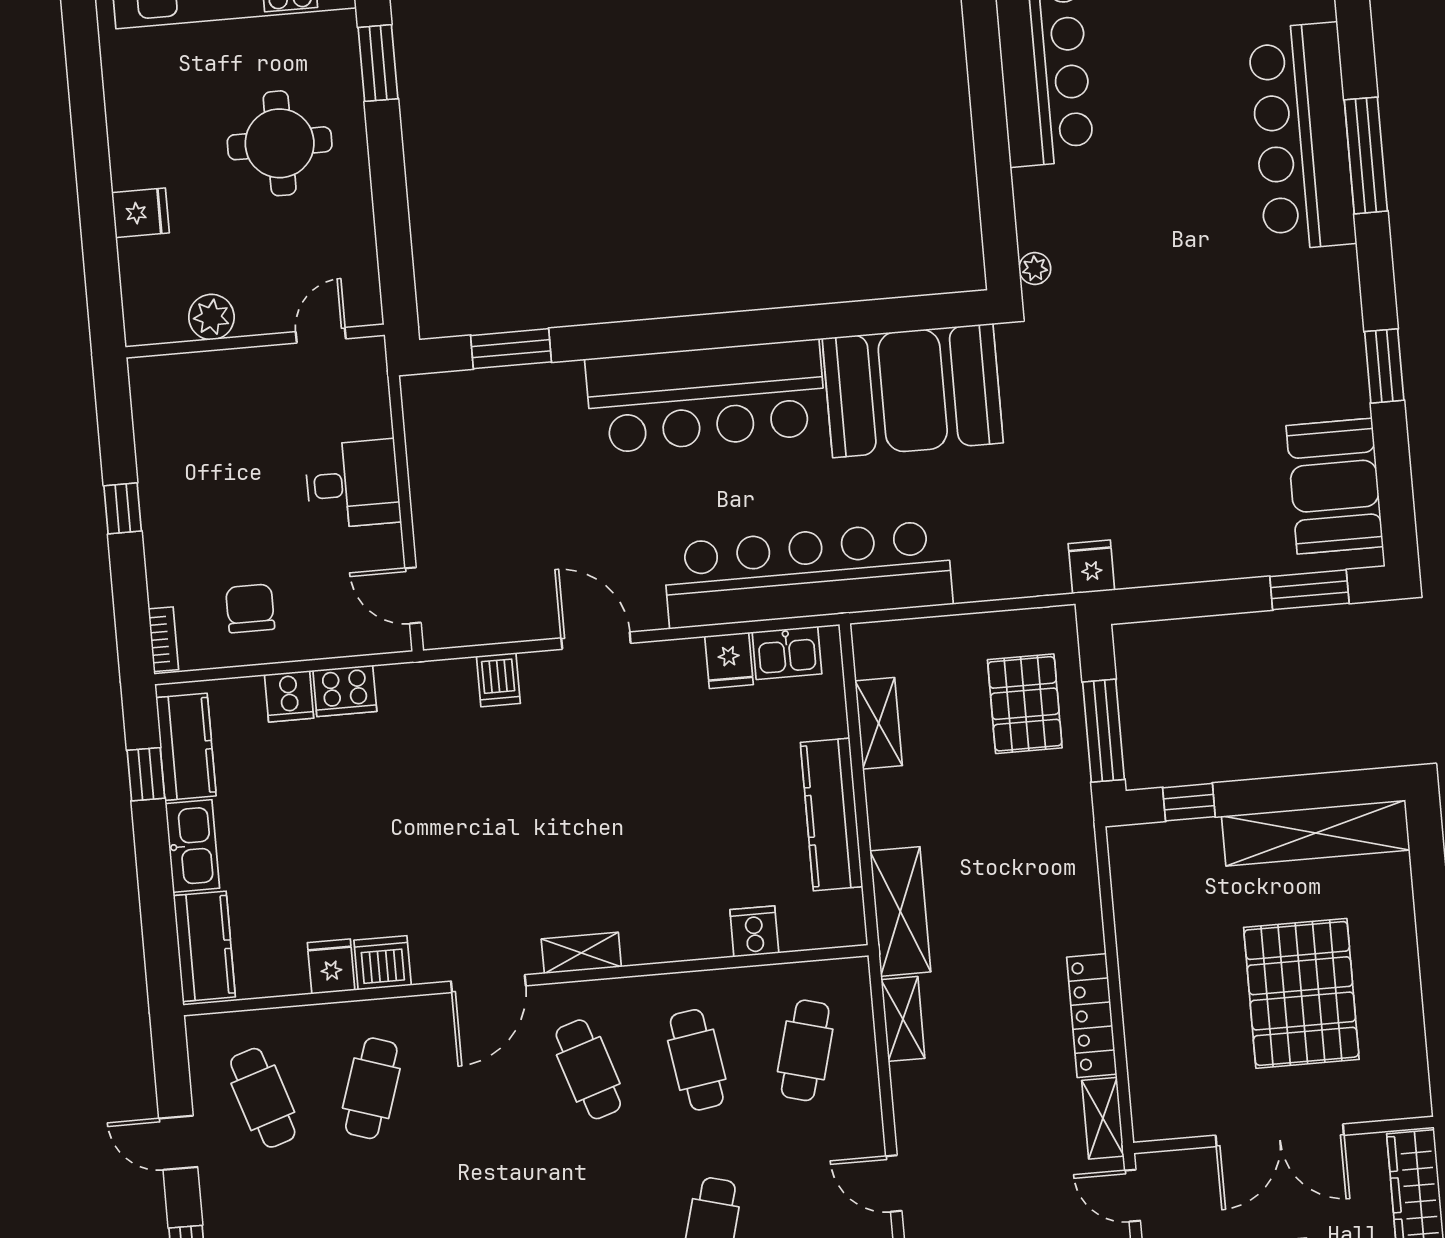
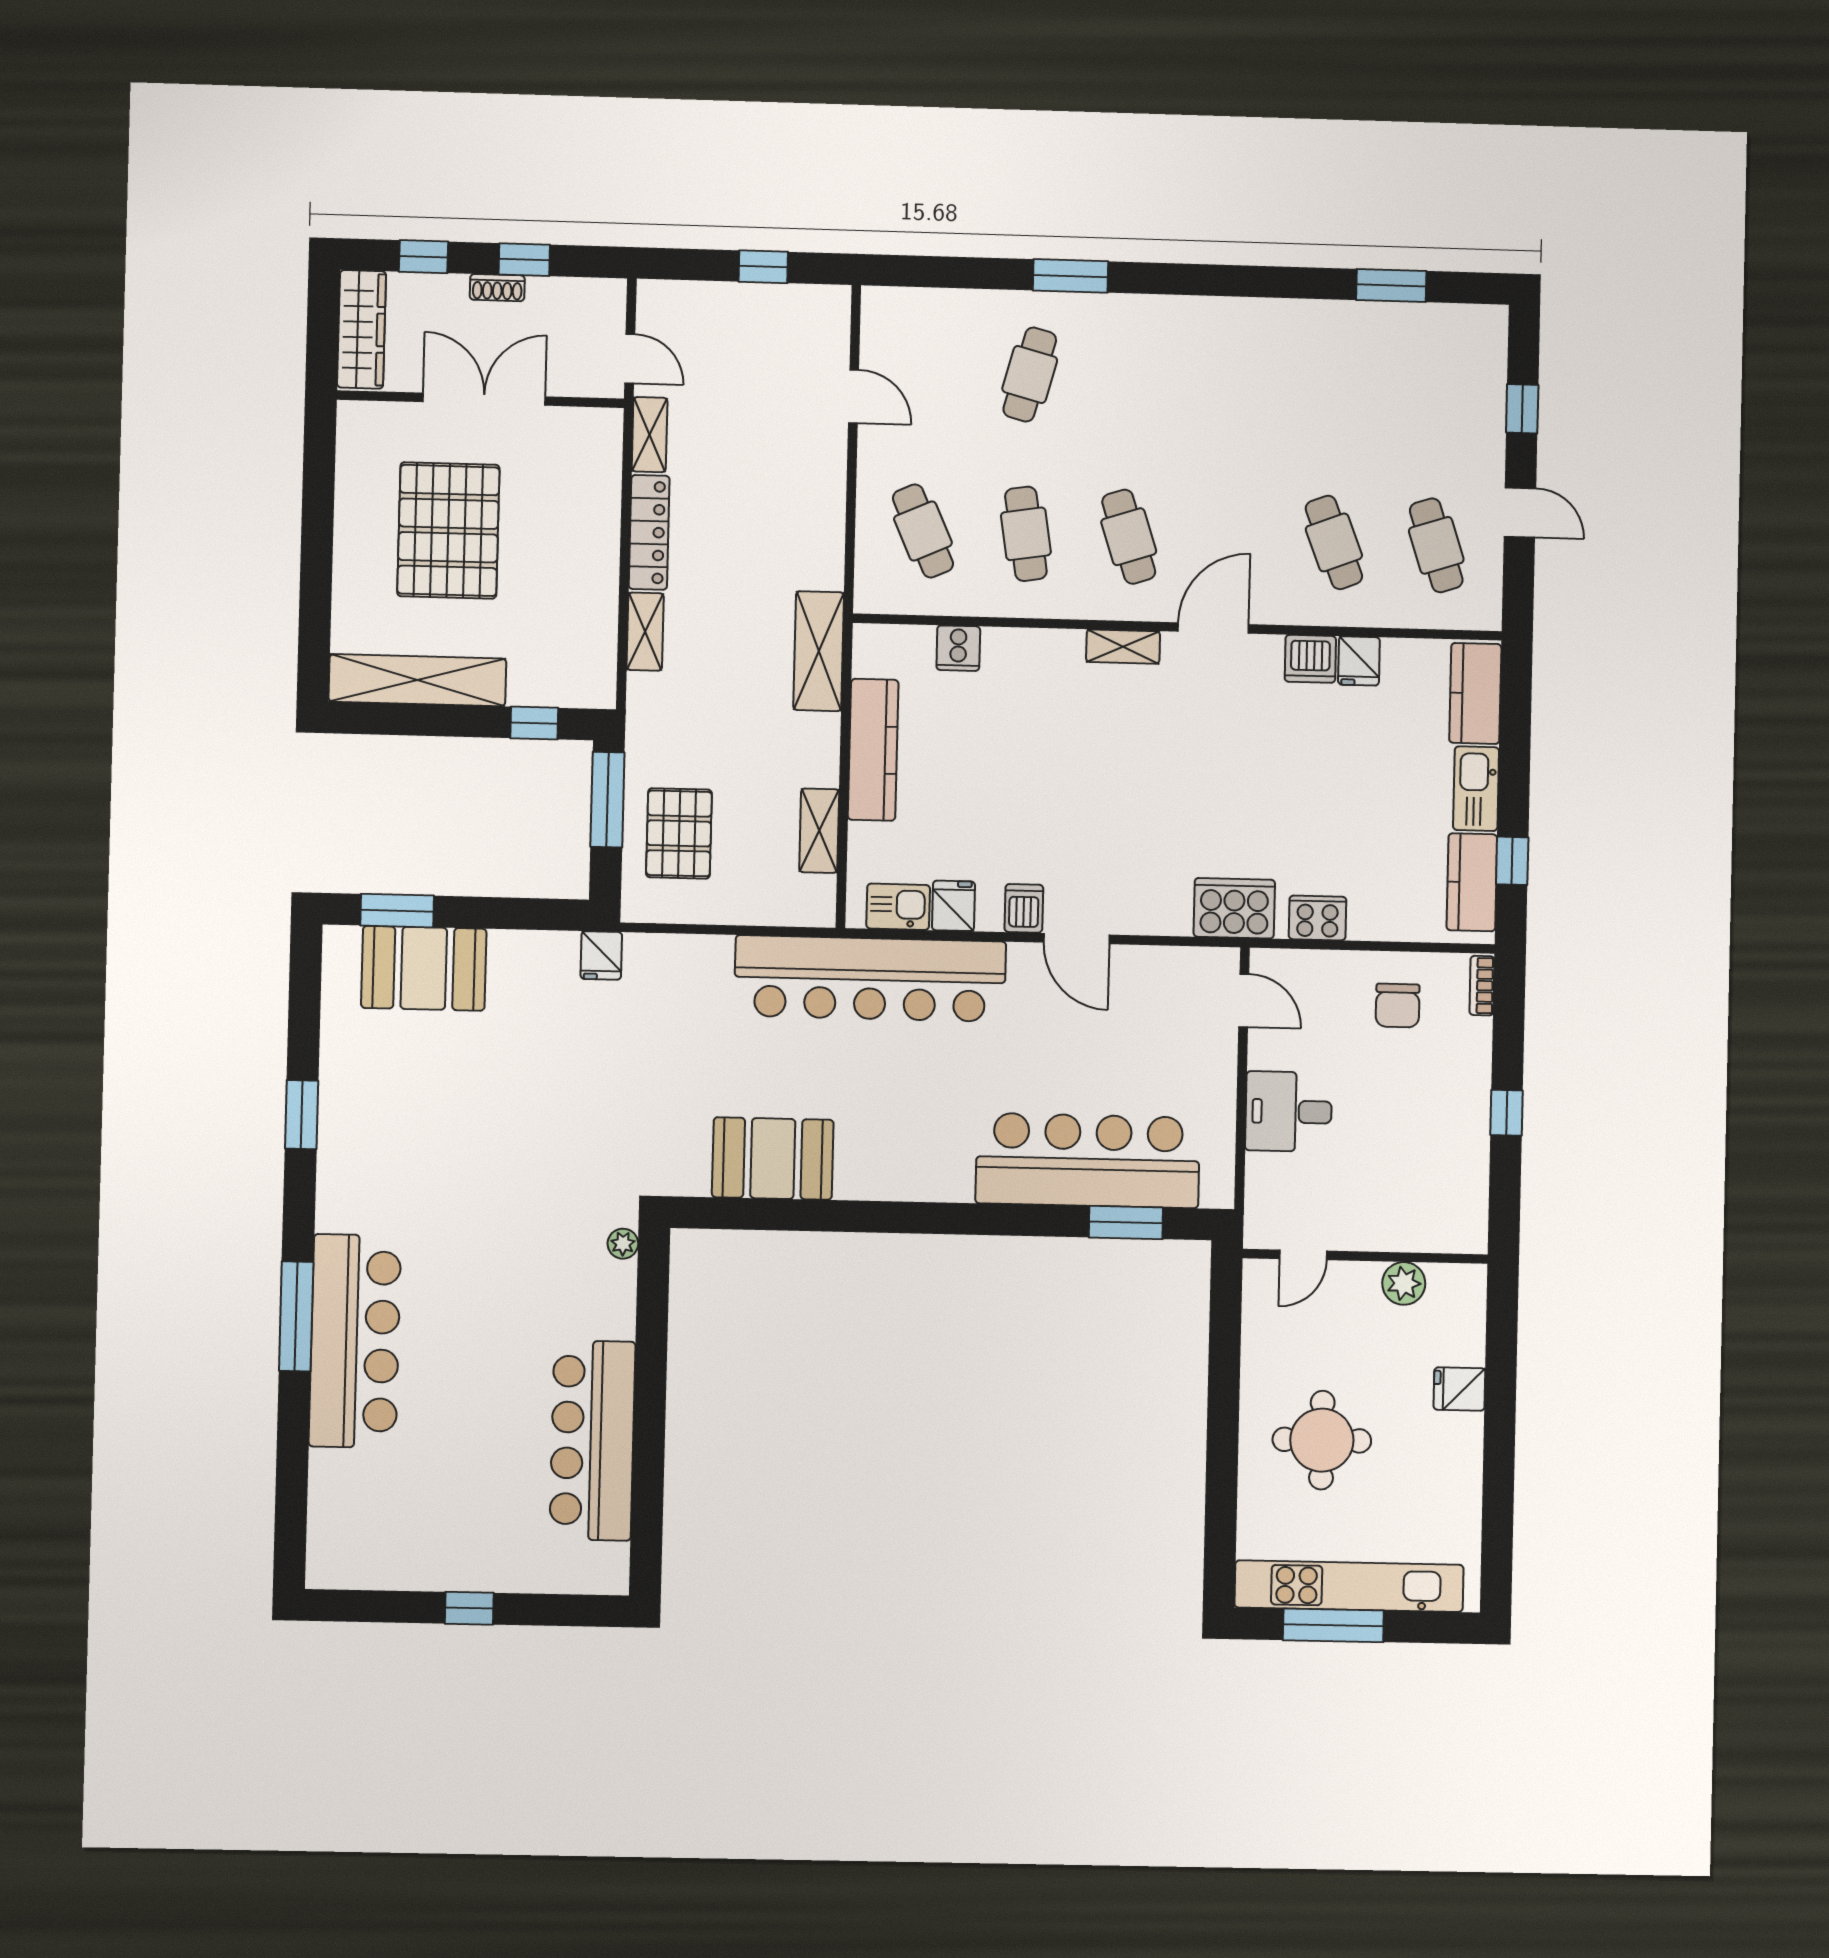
window: (378, 63) -> (1221, 1506), removed
booth: (913, 391) -> (773, 1159), width x0.73, depth x0.70
bar counter: (706, 396) -> (1088, 1160), moved
booth: (1335, 486) -> (424, 968), moved, turned 90
dishwasher: (498, 680) -> (1024, 908), moved
cooker: (289, 696) -> (1234, 908), moved, width x1.87, depth x1.31
shelving: (903, 1019) -> (645, 632), moved
cafe table: (805, 1050) -> (923, 531), turned -39
cafe table: (371, 1088) -> (1334, 542), turned -39

